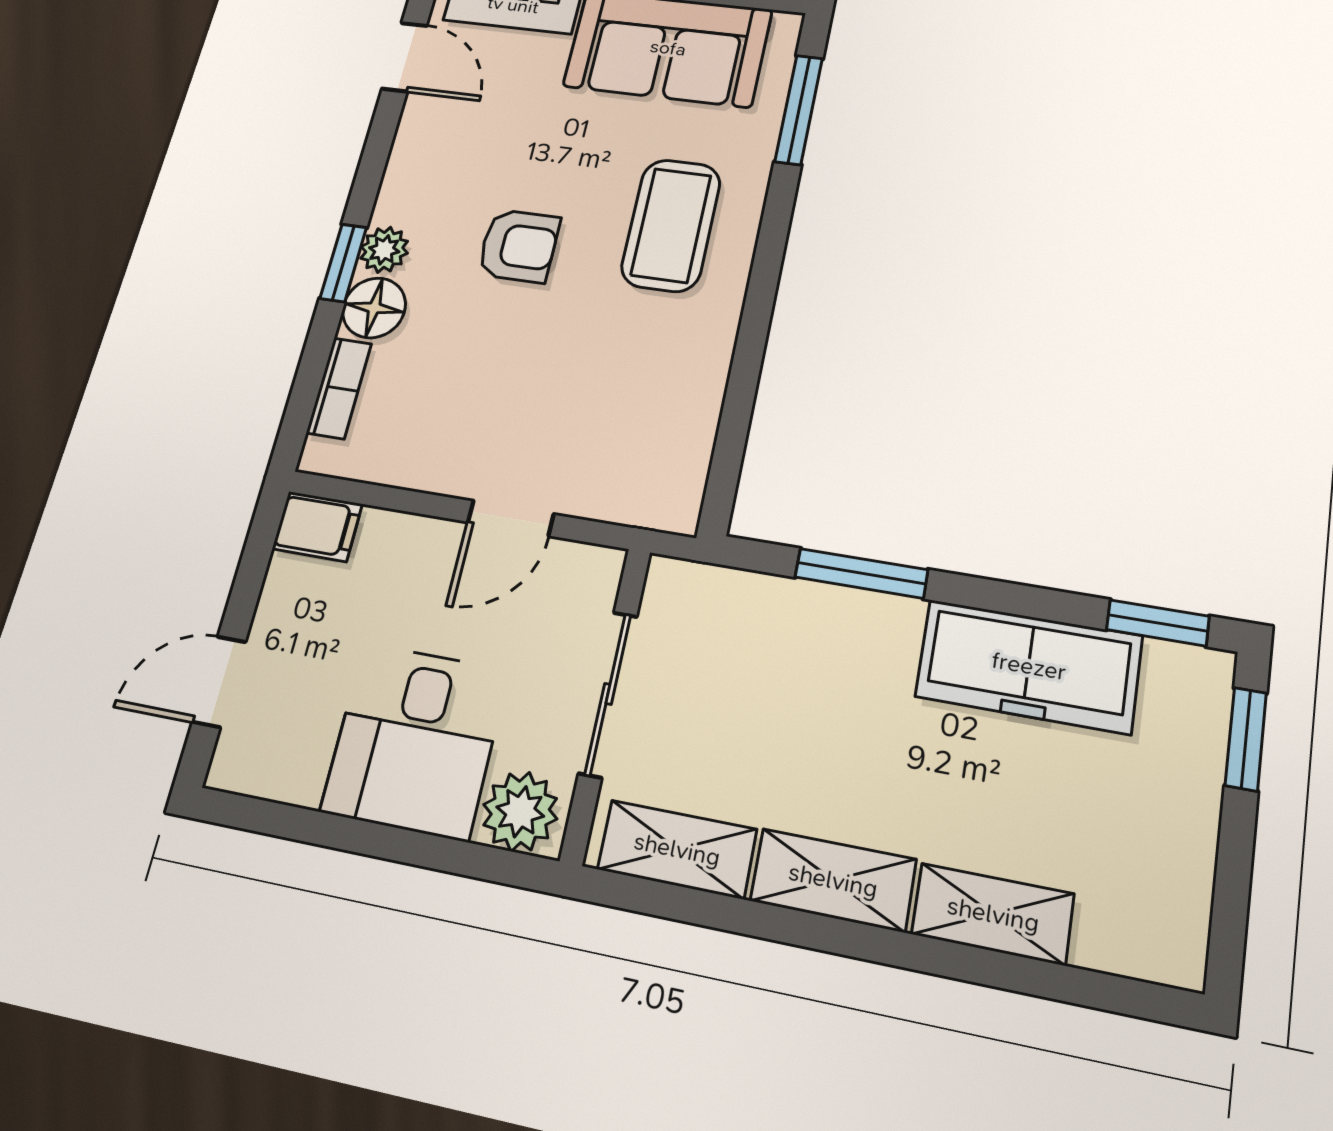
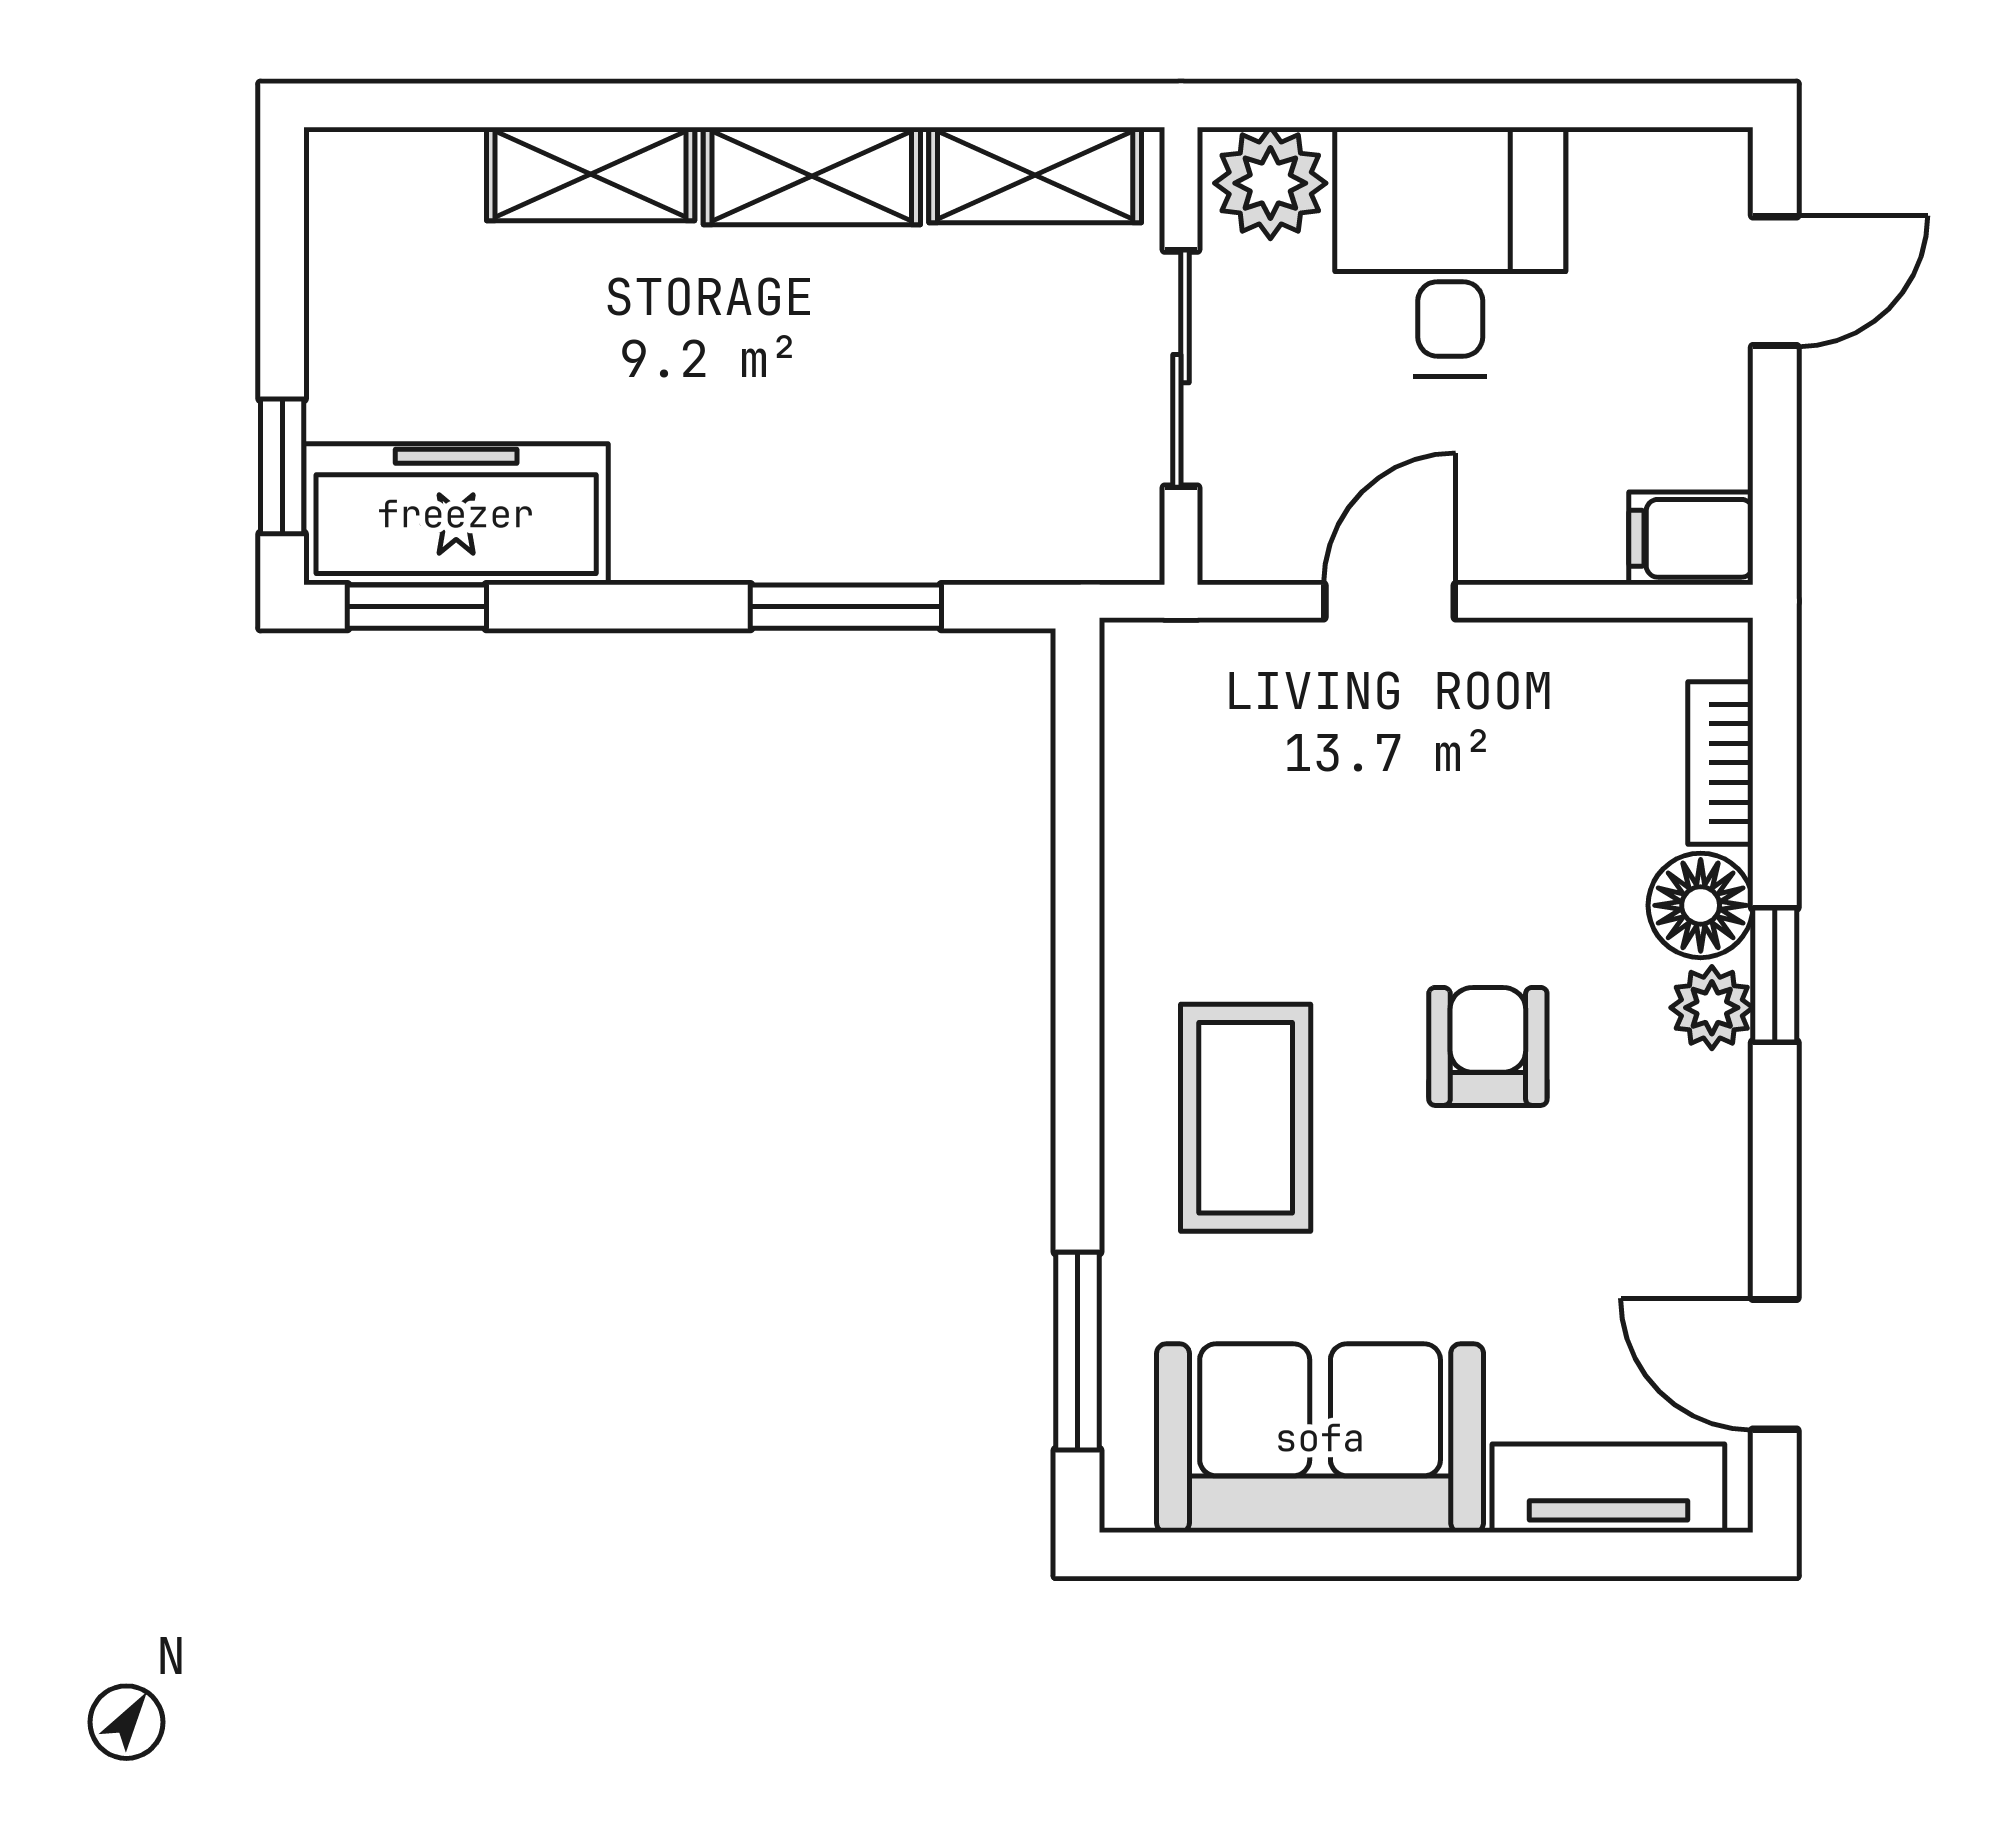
armchair: (519, 246) -> (1488, 1046), turned 90
freezer: (1029, 666) -> (456, 514), moved

